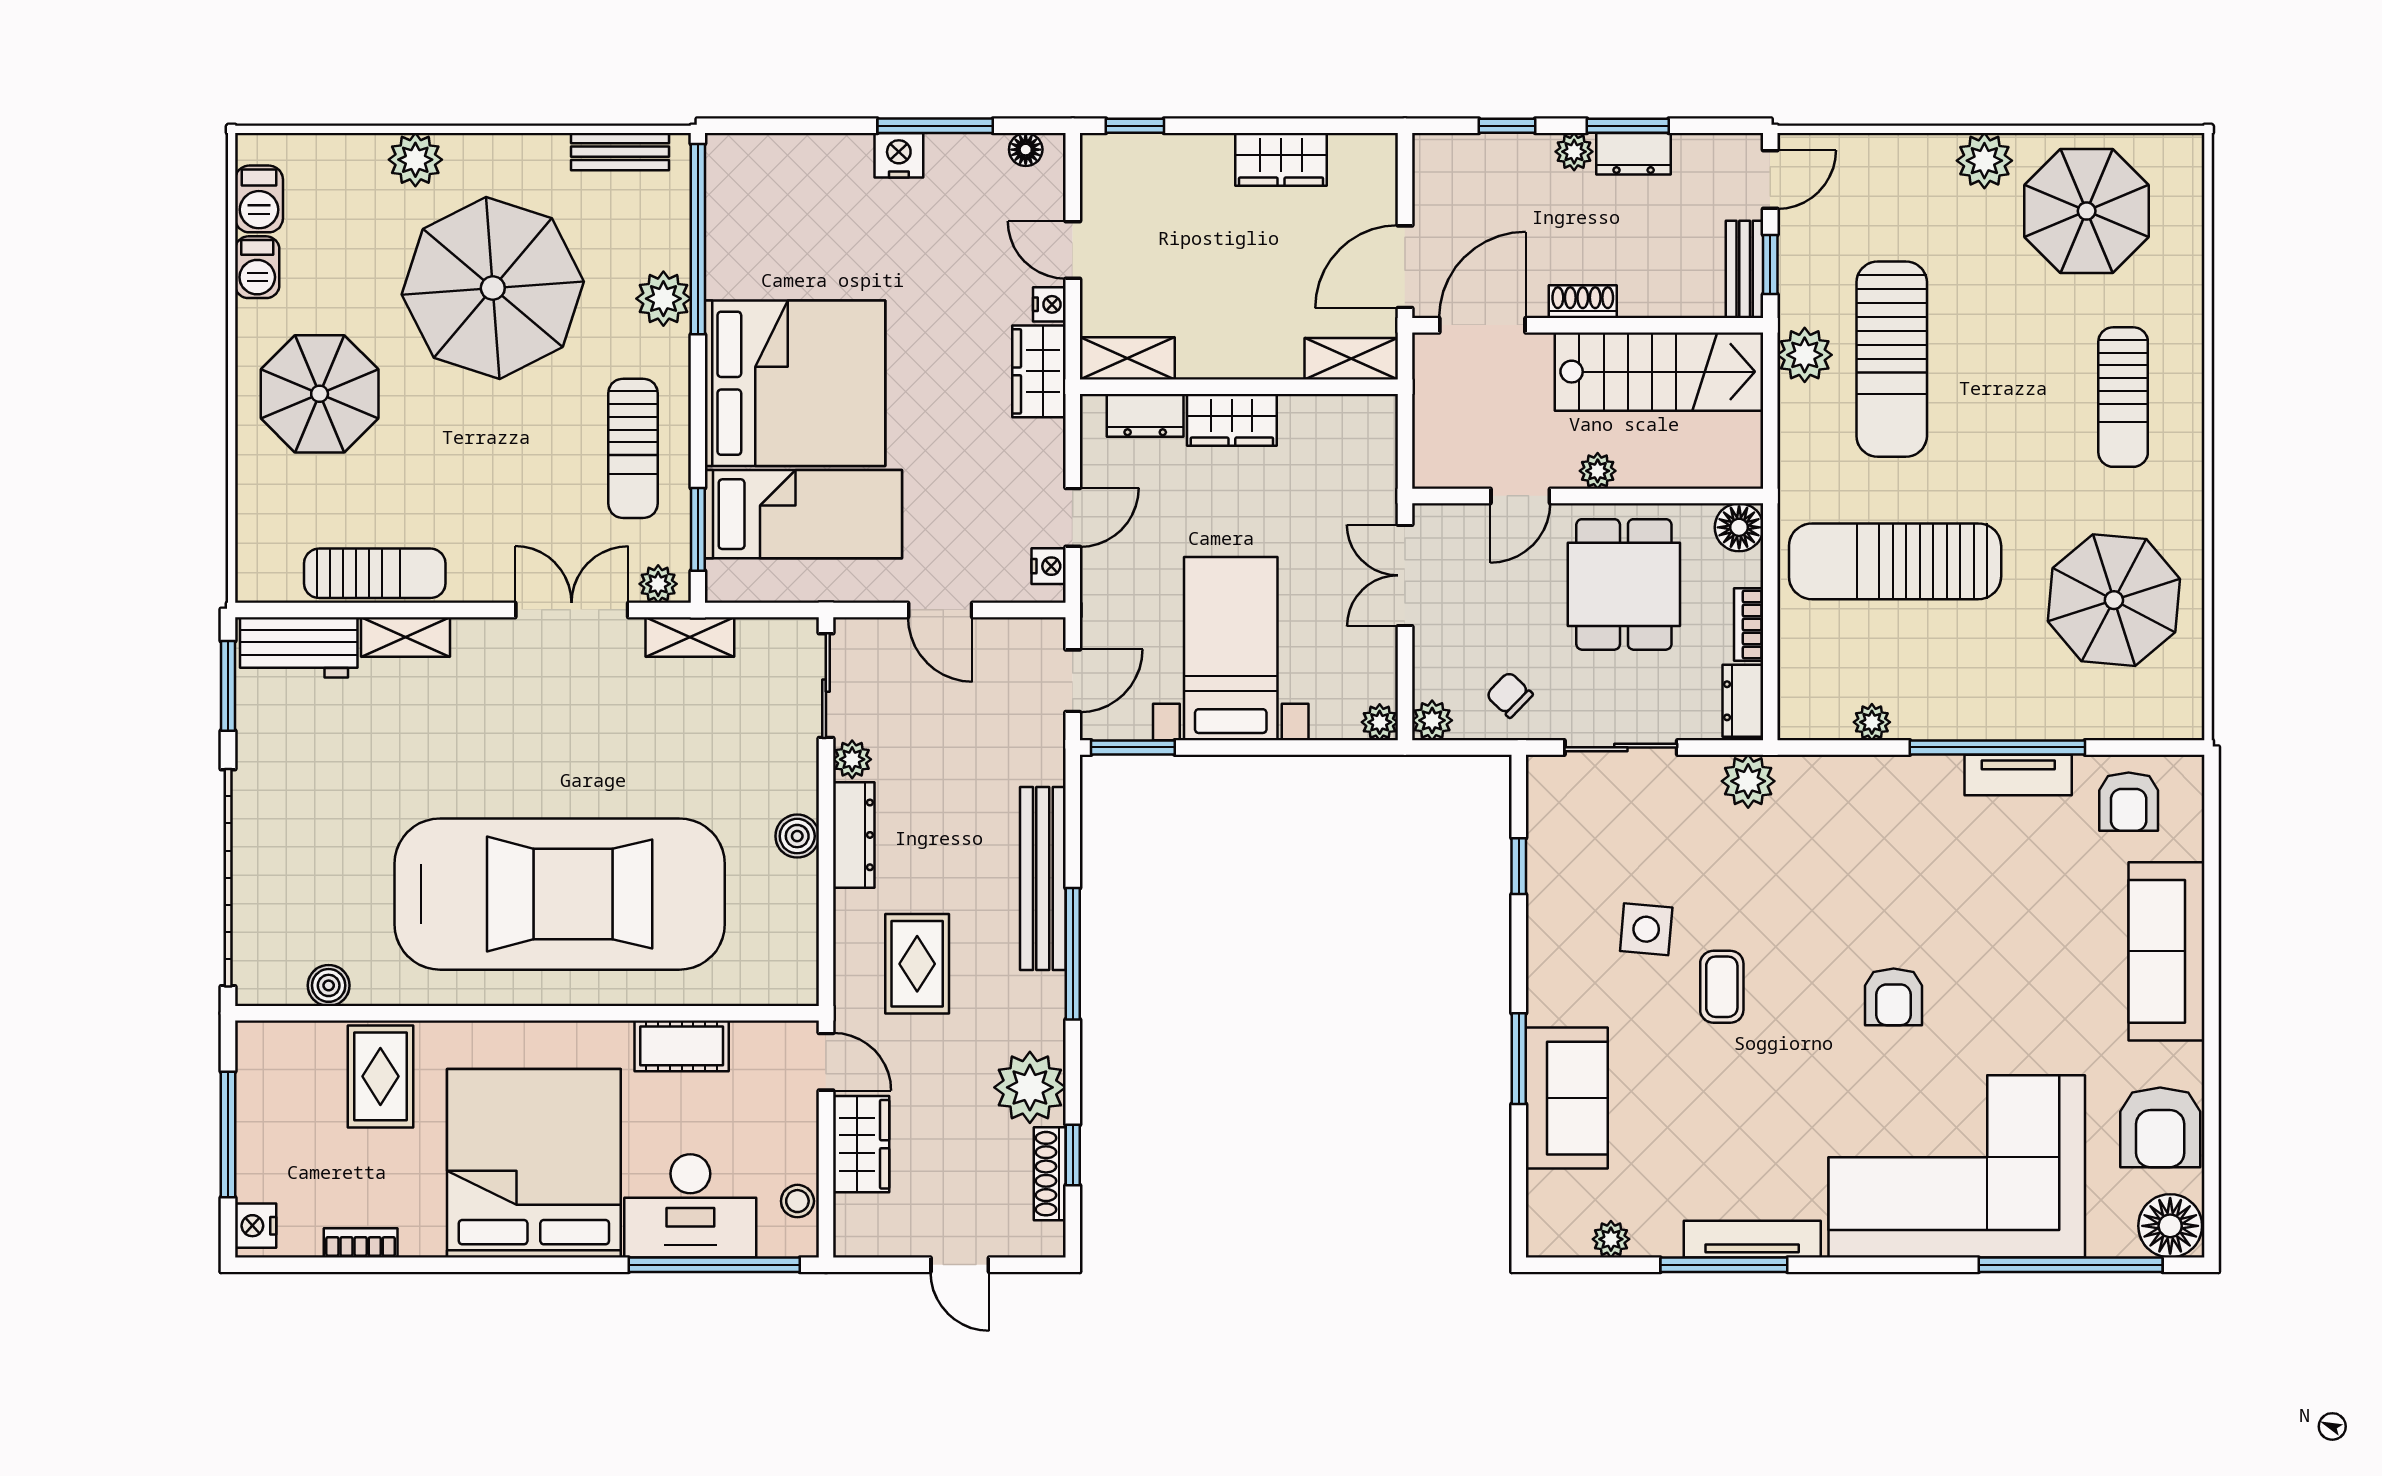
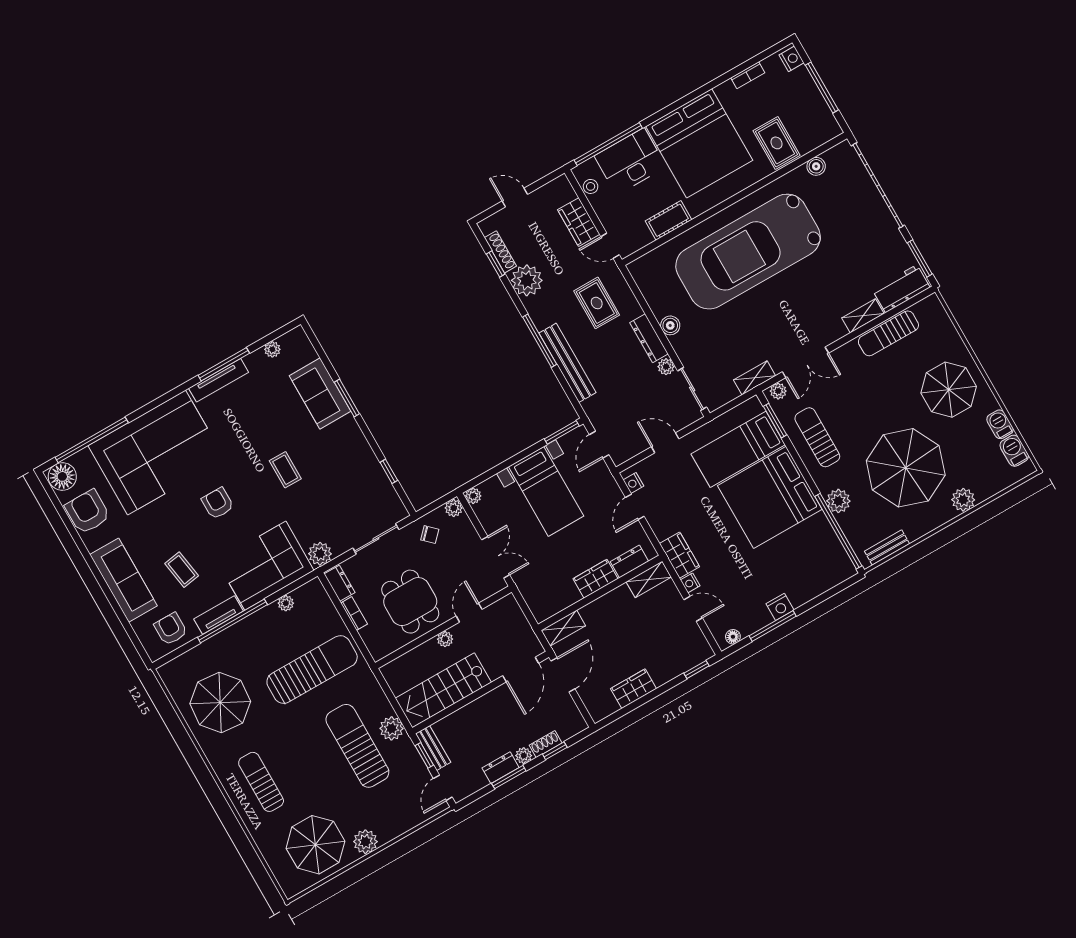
shoe rack: (1583, 302) -> (546, 744), moved, turned 180
floor lamp: (1739, 527) -> (379, 648), removed
corner sofa: (1870, 820) -> (265, 566), added
coffee table: (2040, 907) -> (182, 570), added
side table: (1646, 929) -> (327, 475), removed

